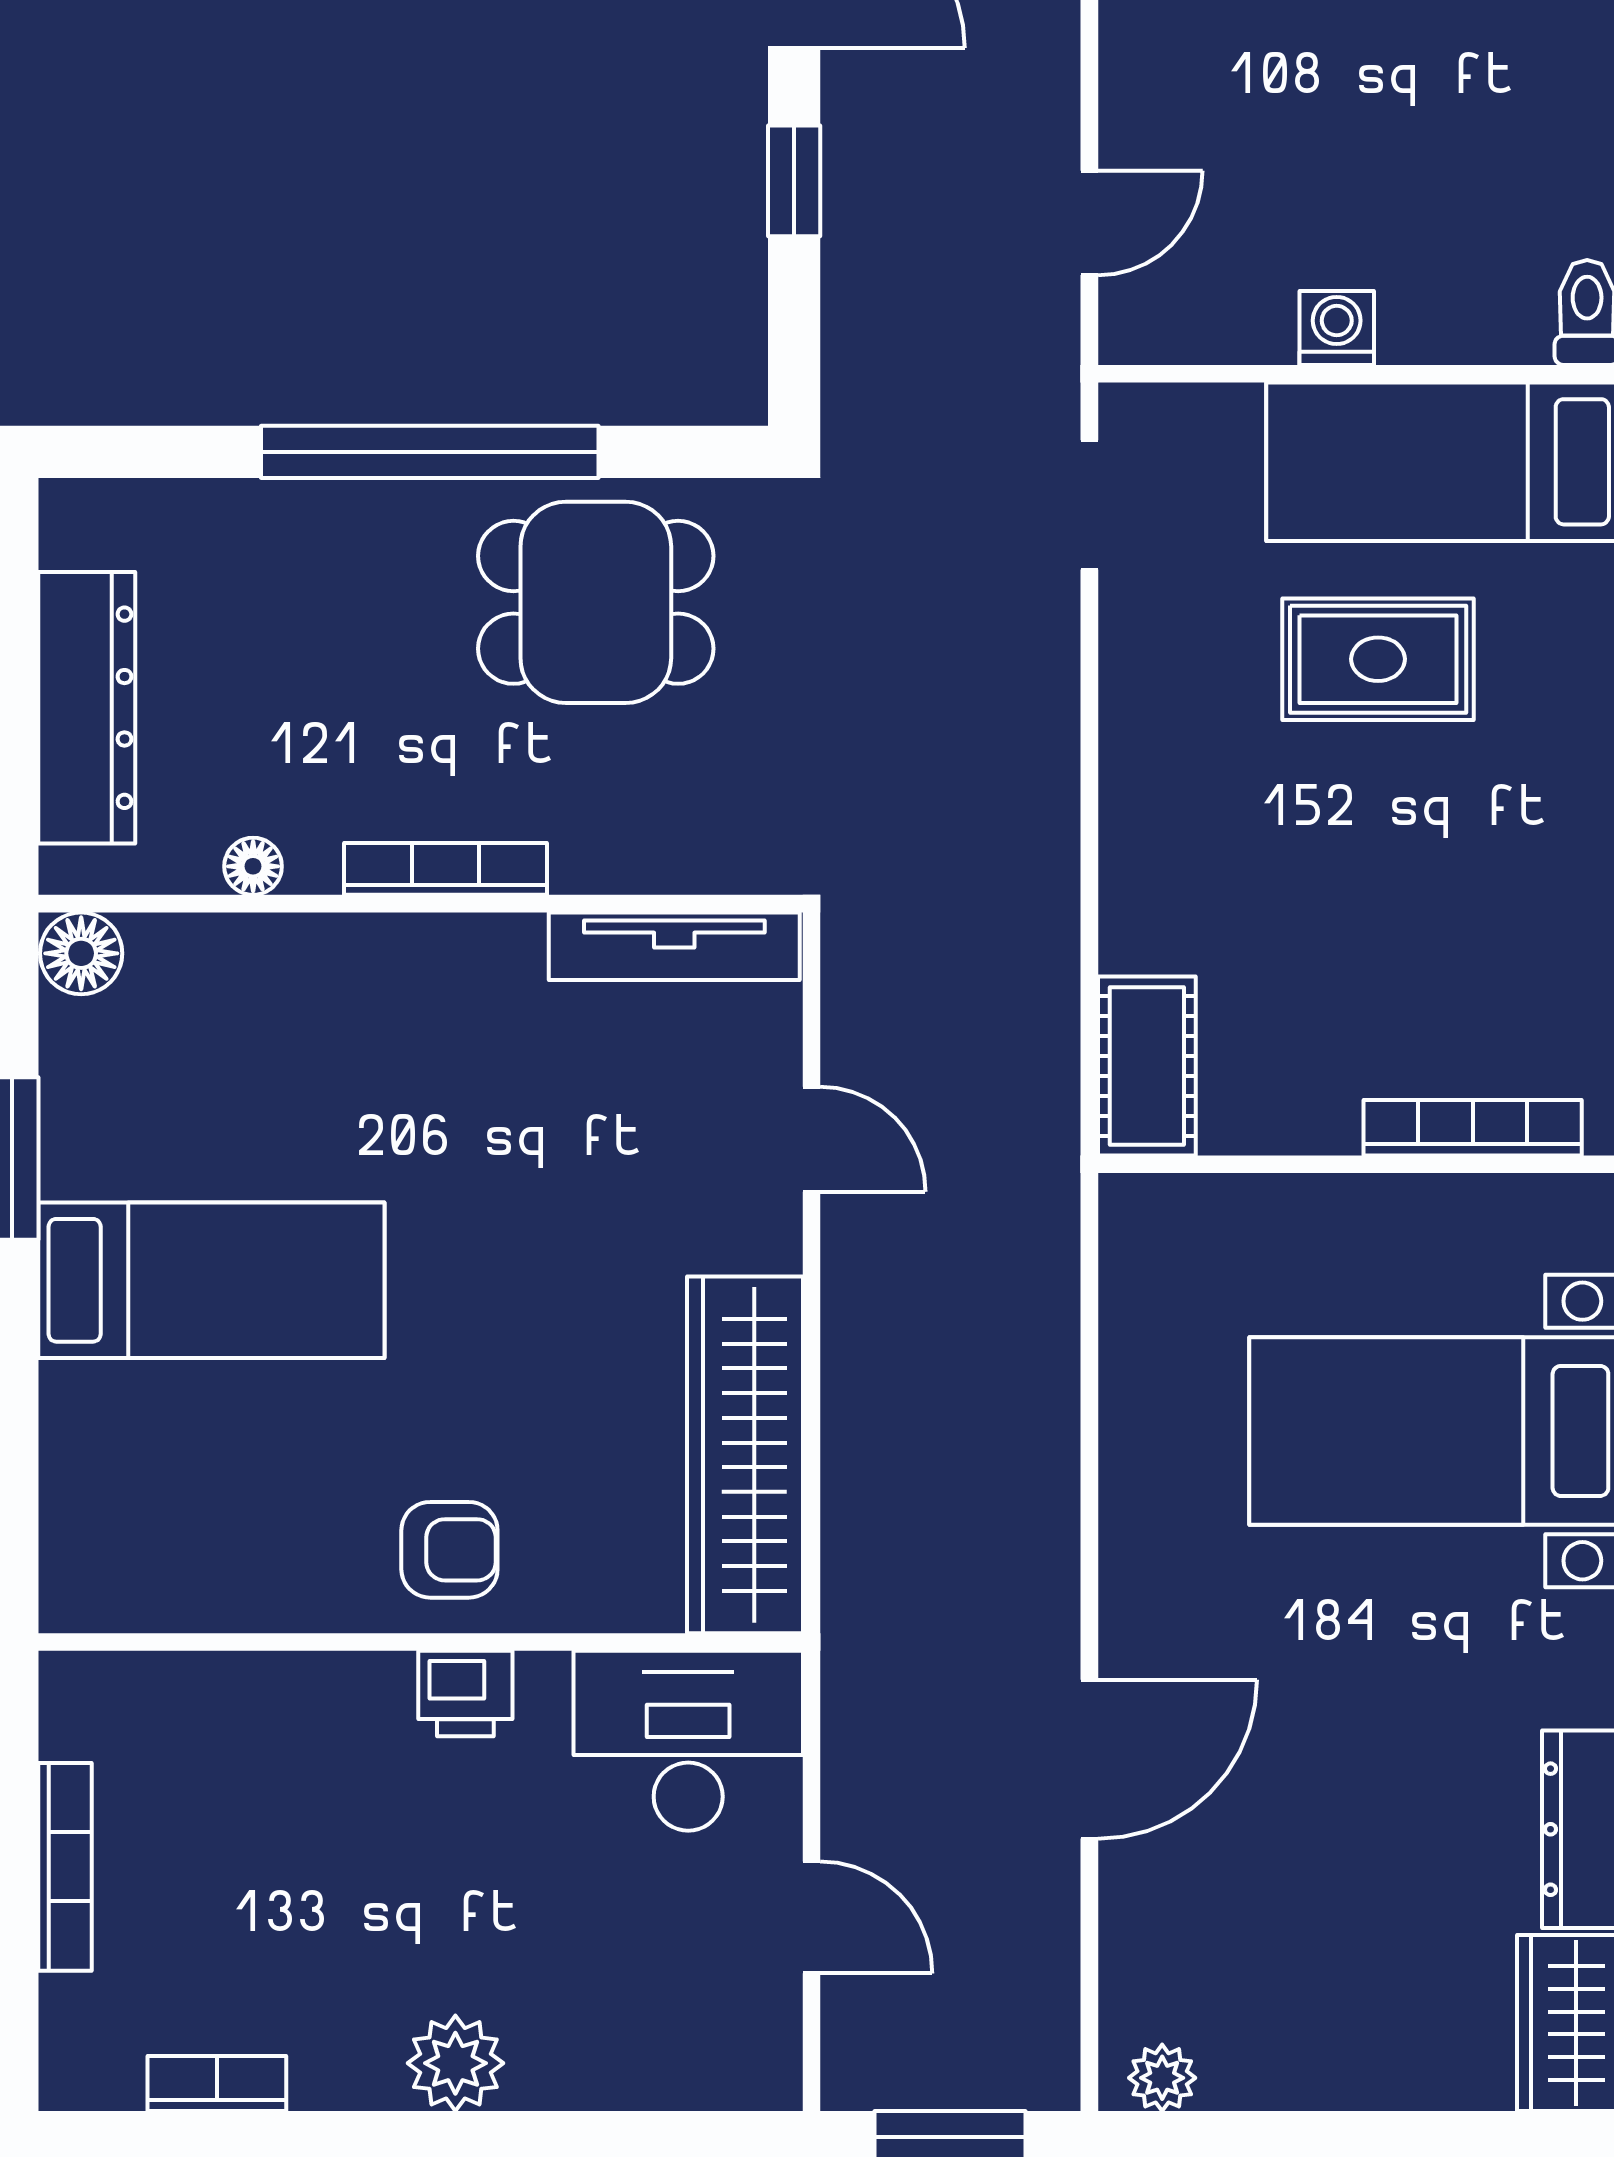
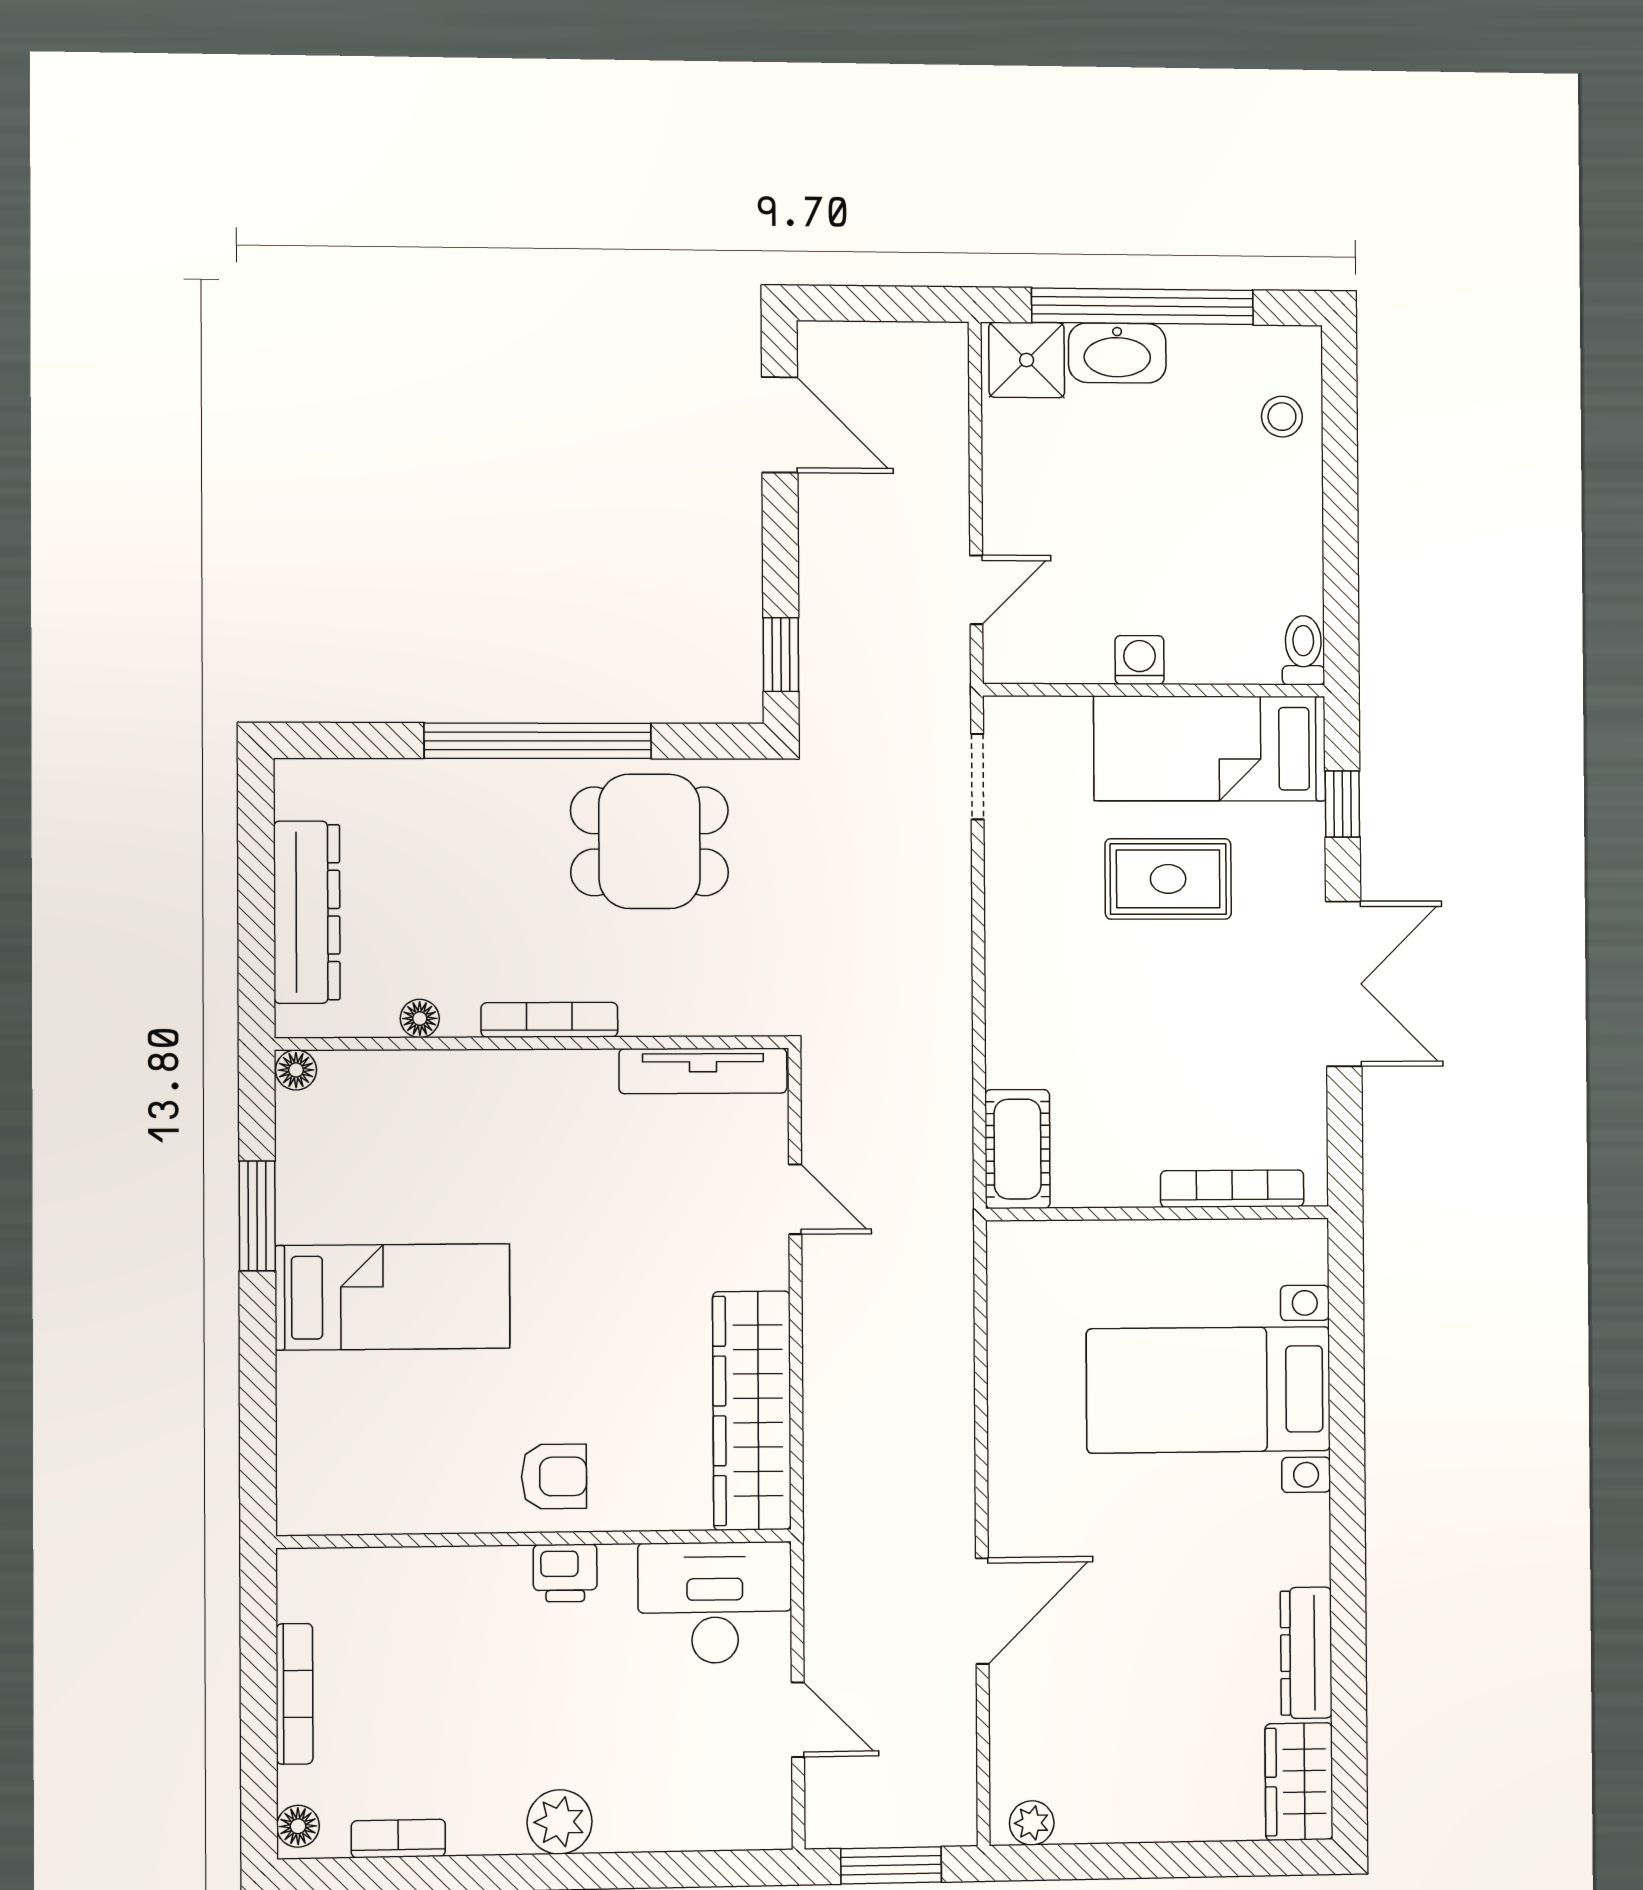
window: (794, 181) -> (781, 655), moved
floor lamp: (81, 953) -> (296, 1070), width x0.73, depth x0.73
floor lamp: (69, 2062) -> (298, 1826), added

